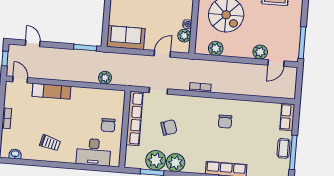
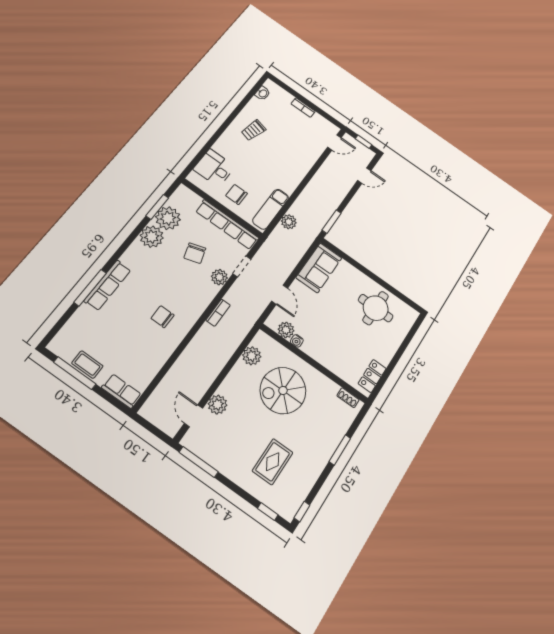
exam couch: (52, 91) -> (271, 209), moved
plant: (175, 101) -> (219, 277), added
desk: (94, 152) -> (214, 168), width x0.73

